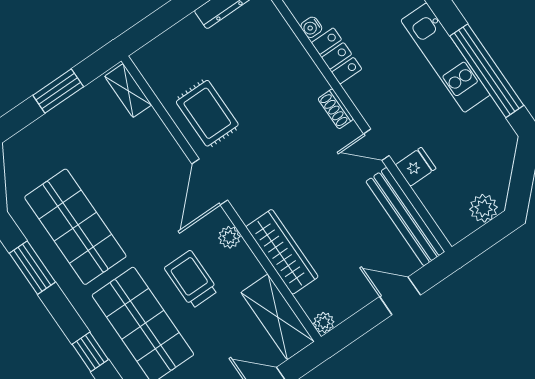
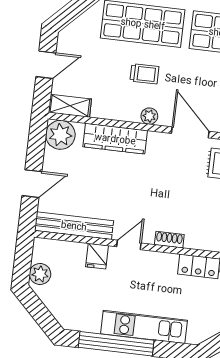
trolley: (191, 279) -> (144, 74), width x0.73, depth x0.72
shelving: (278, 317) -> (70, 106), width x0.67, depth x0.75
plant: (324, 323) -> (60, 135), width x1.87, depth x1.87

